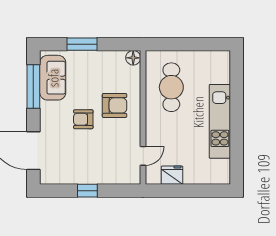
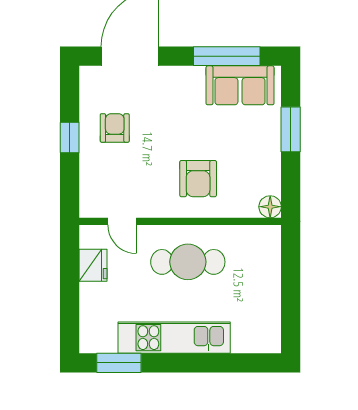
cafe table: (171, 87) -> (188, 262), moved
armchair: (83, 119) -> (115, 128), moved
window: (237, 158) -> (119, 363), added

